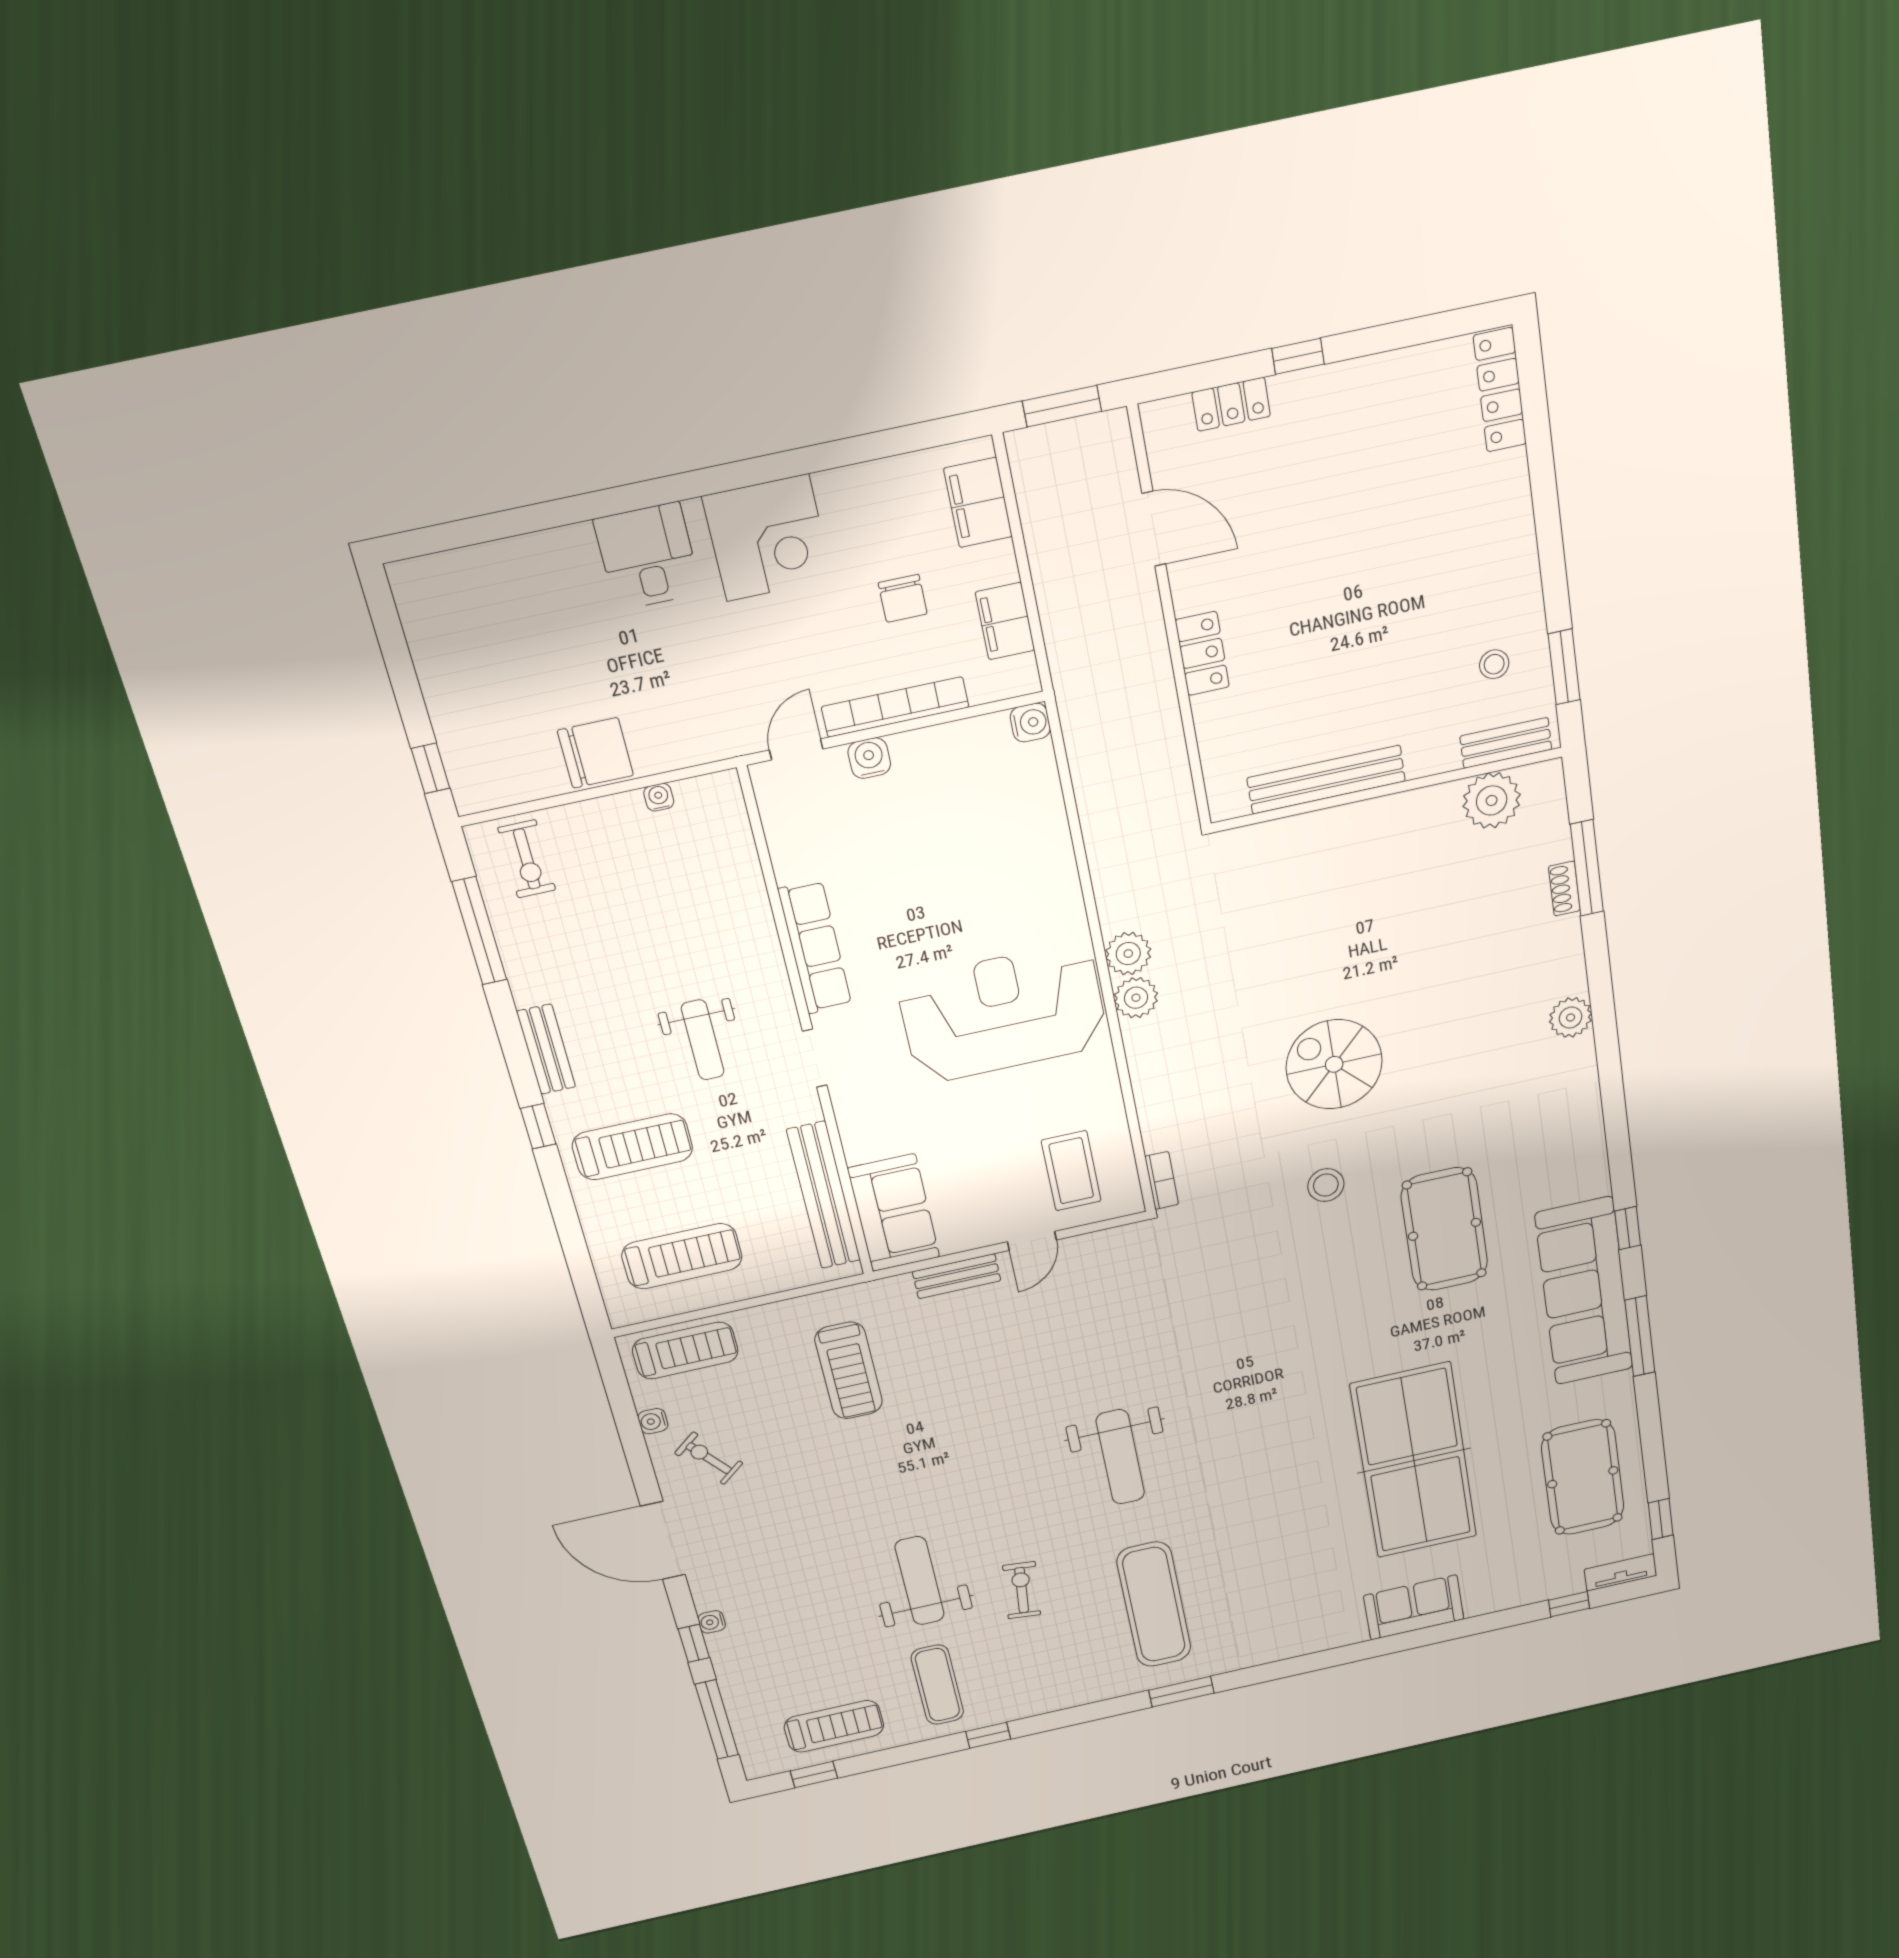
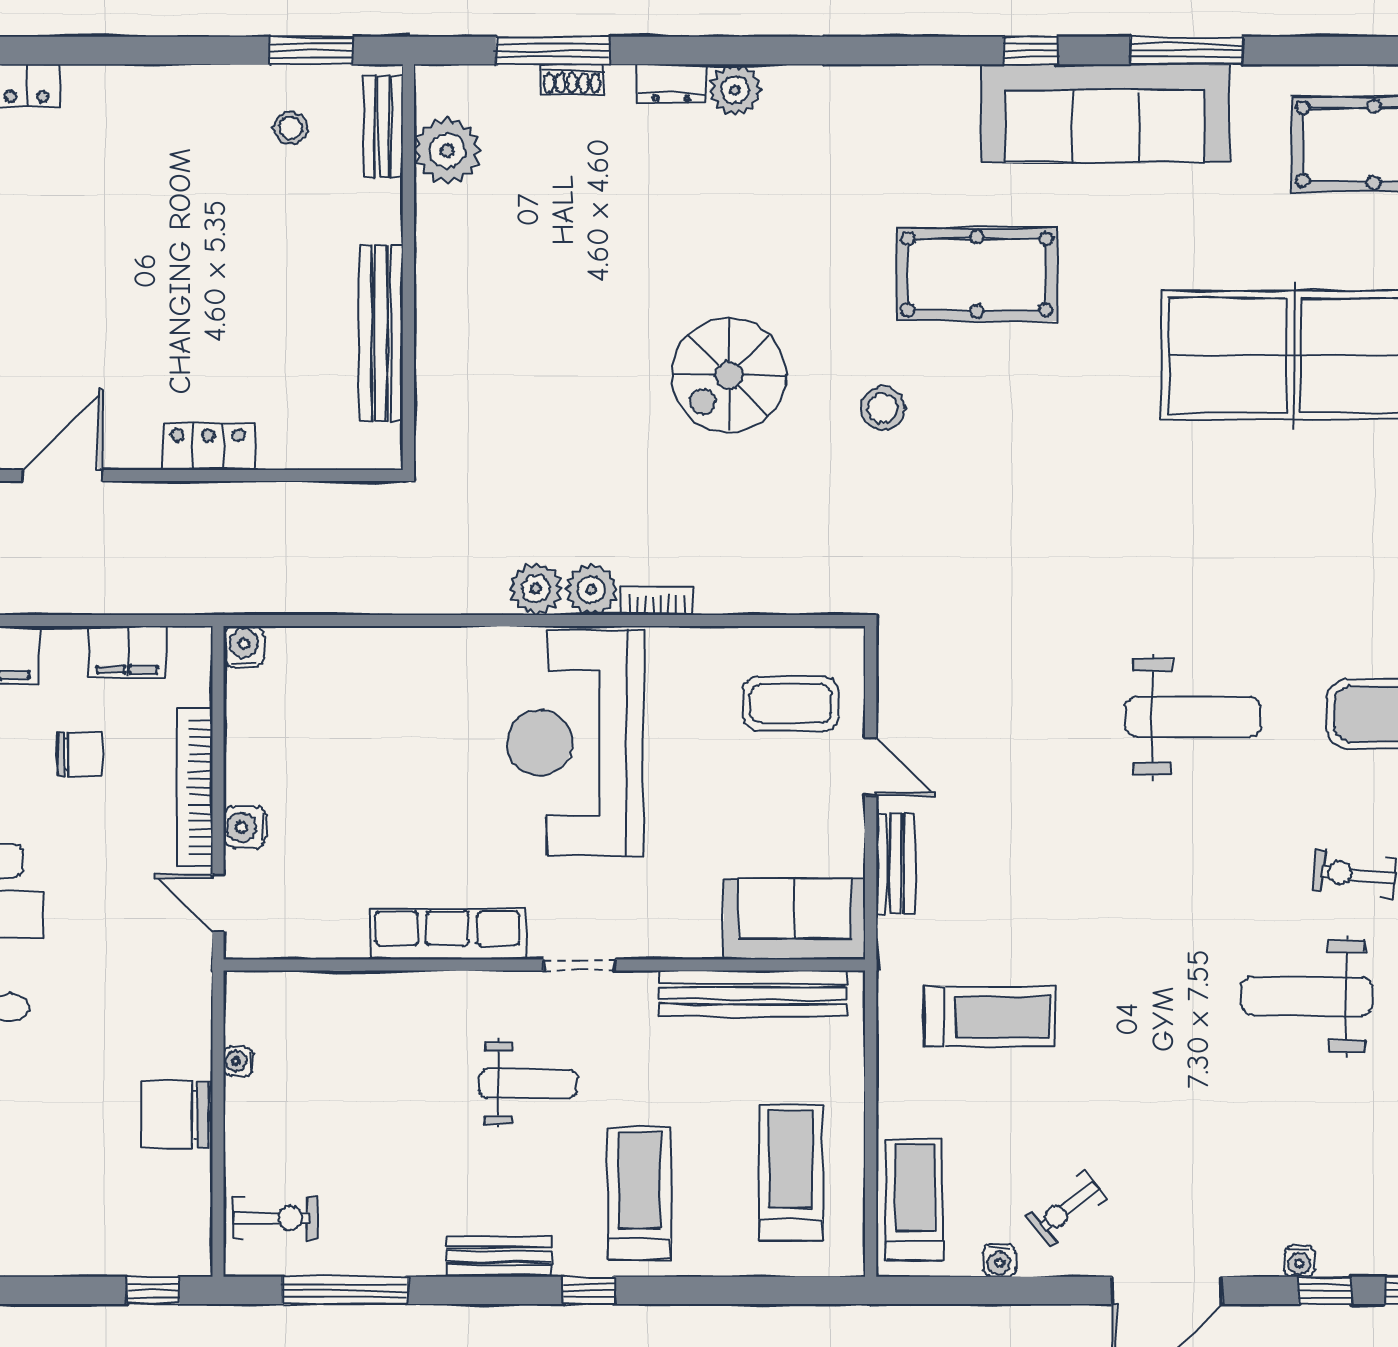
chair: (595, 753) -> (175, 1115), turned -90
dresser: (1570, 967) -> (671, 83), added
bookcase: (1162, 1180) -> (657, 601), moved

